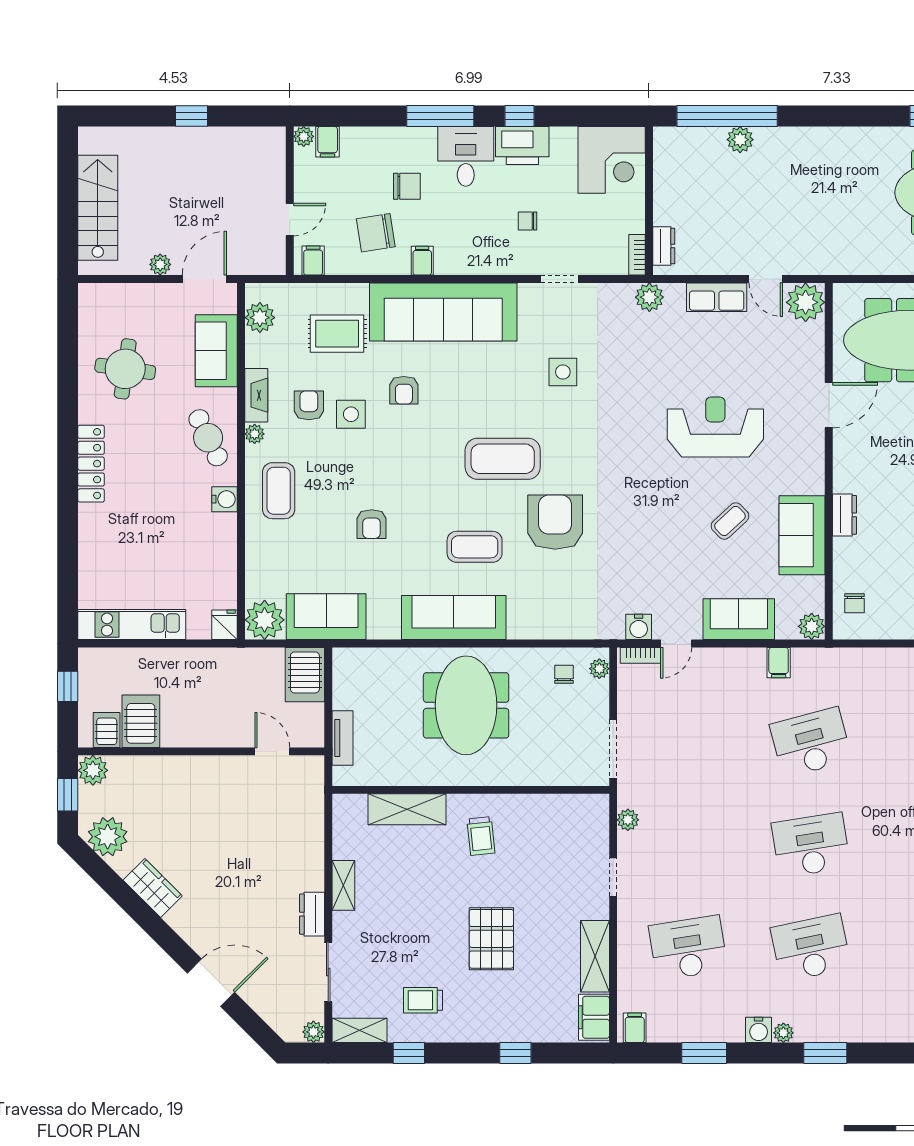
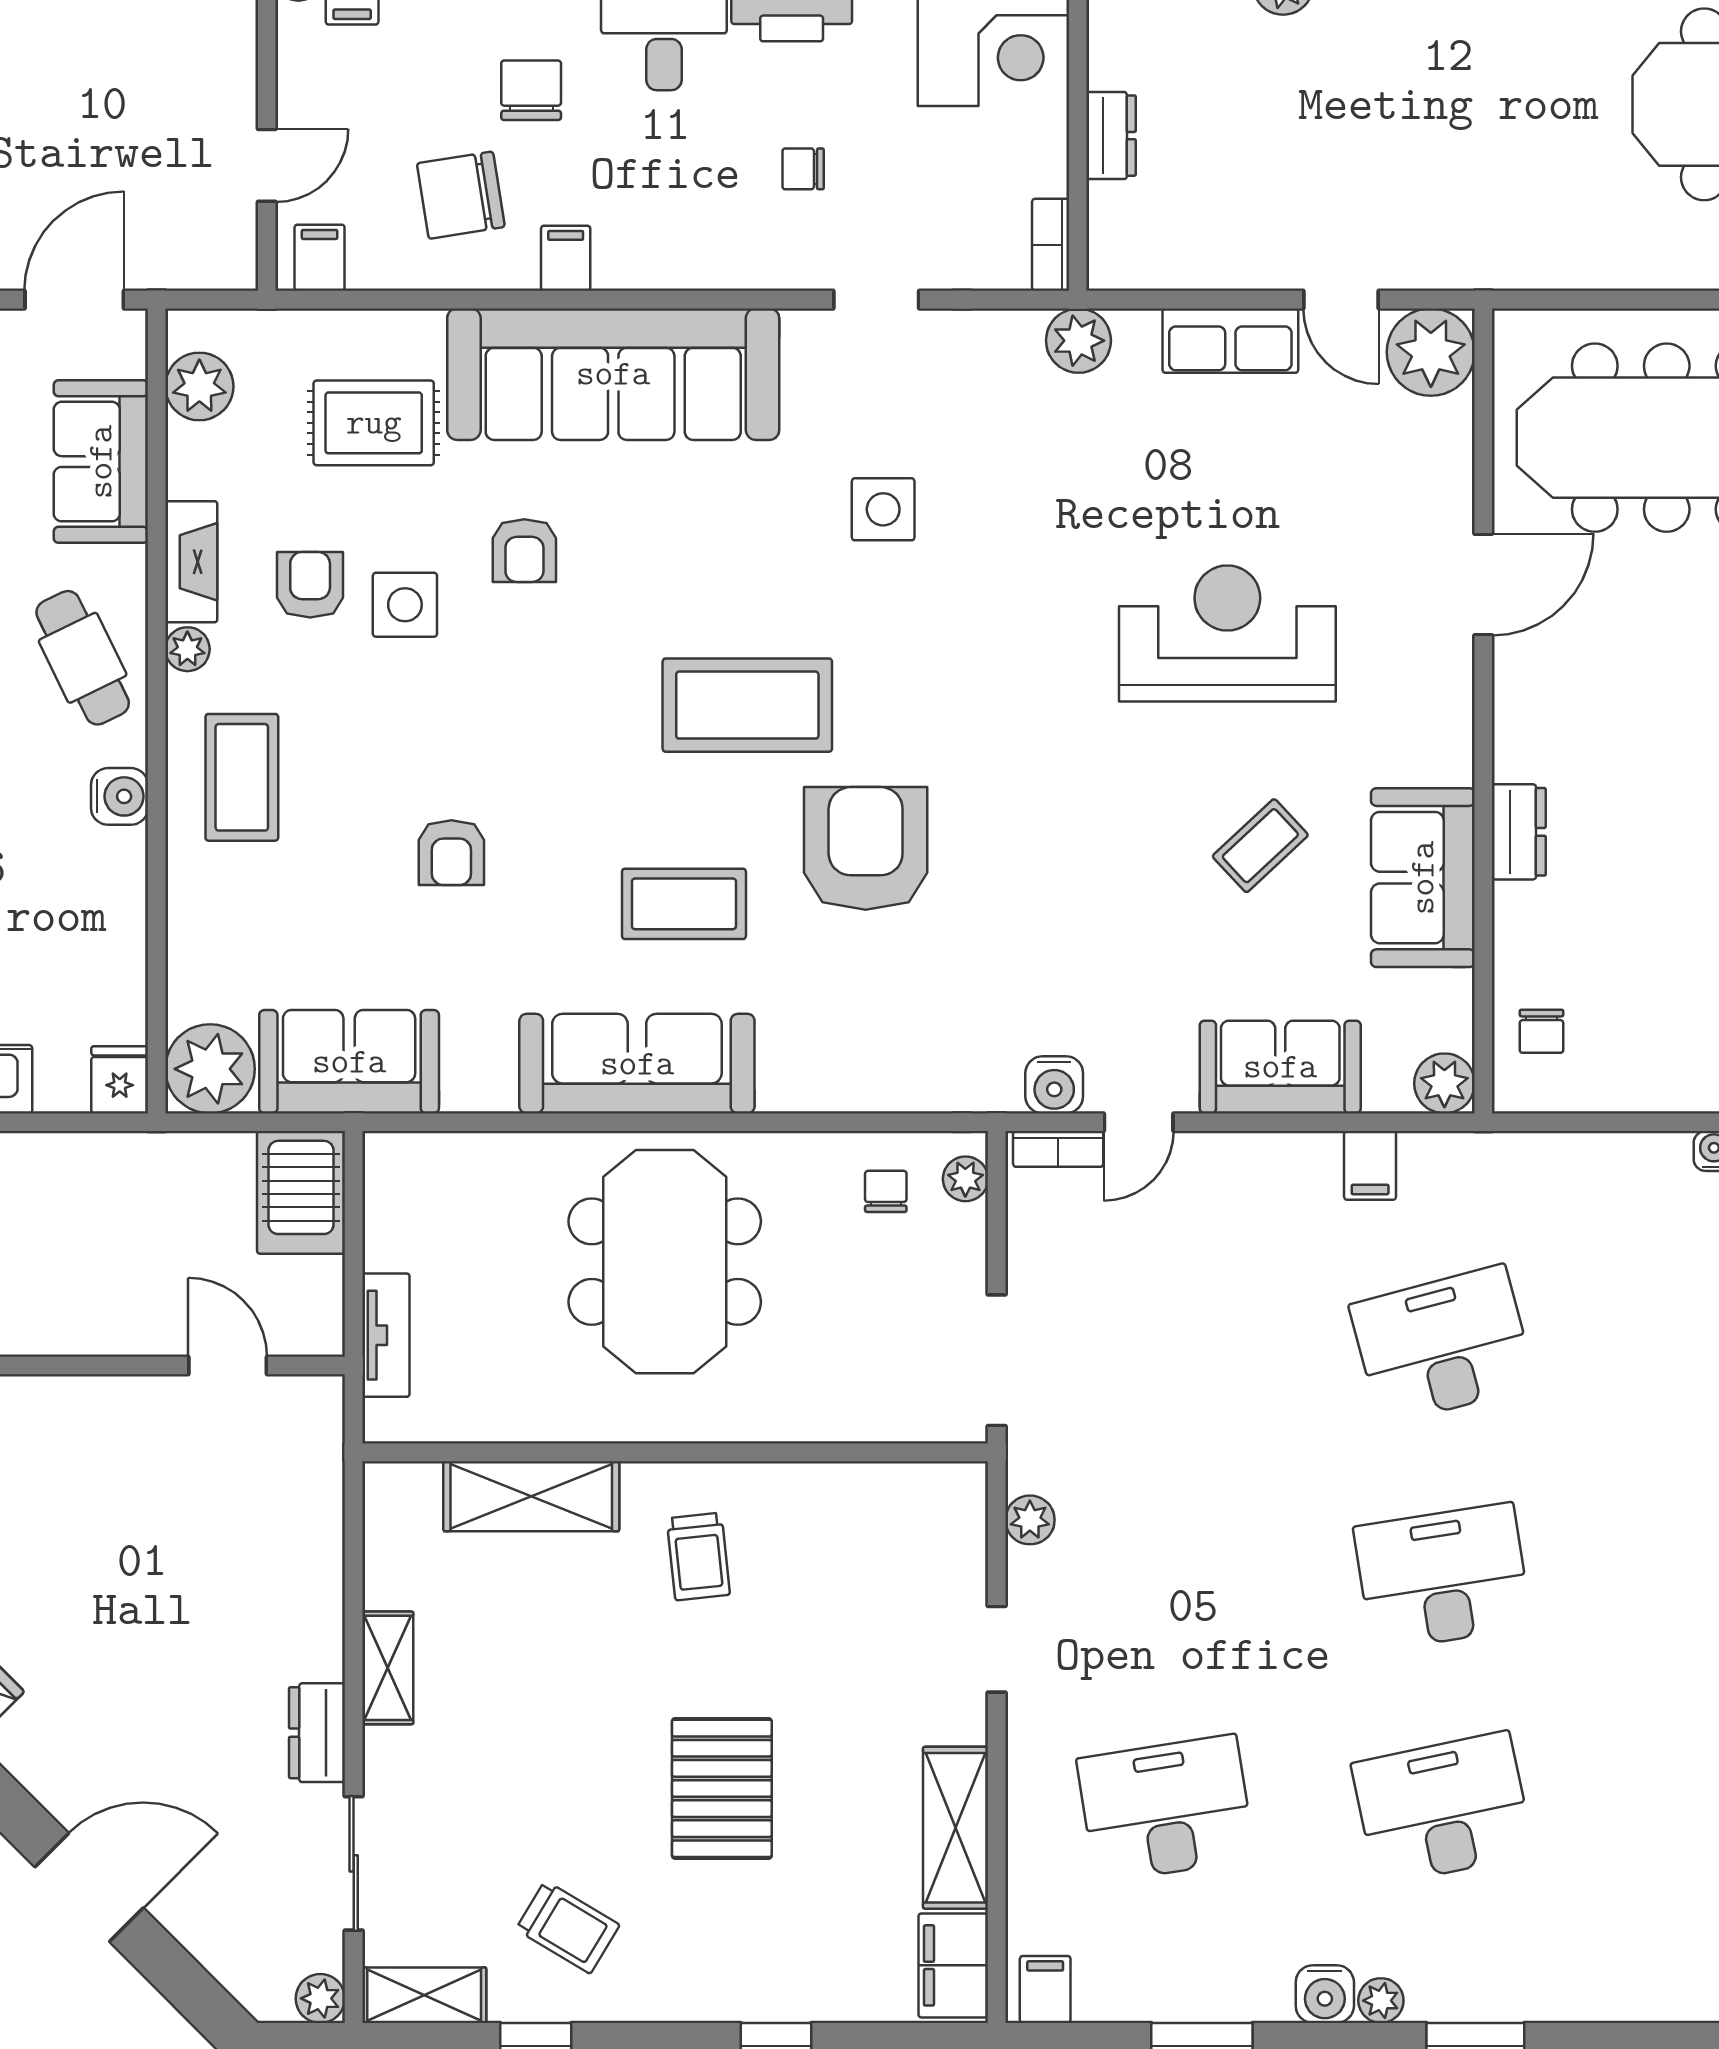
chair: (407, 186) -> (531, 90), turned -90
dresser: (664, 246) -> (1111, 136), moved
trolley: (423, 1000) -> (568, 1927), turned -149

